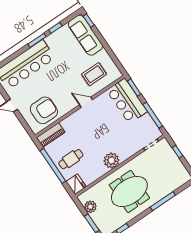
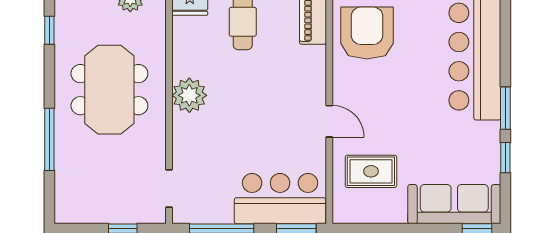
rug: (94, 74) -> (371, 171), turned 90
door: (86, 102) -> (329, 121), hinge flipped
armchair: (44, 110) -> (367, 33), turned 180

